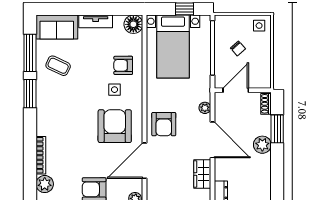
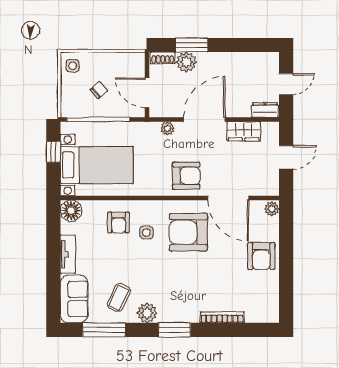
window: (30, 94) -> (174, 330), moved
plant: (262, 145) -> (186, 62), moved
plant: (45, 184) -> (147, 313), moved

